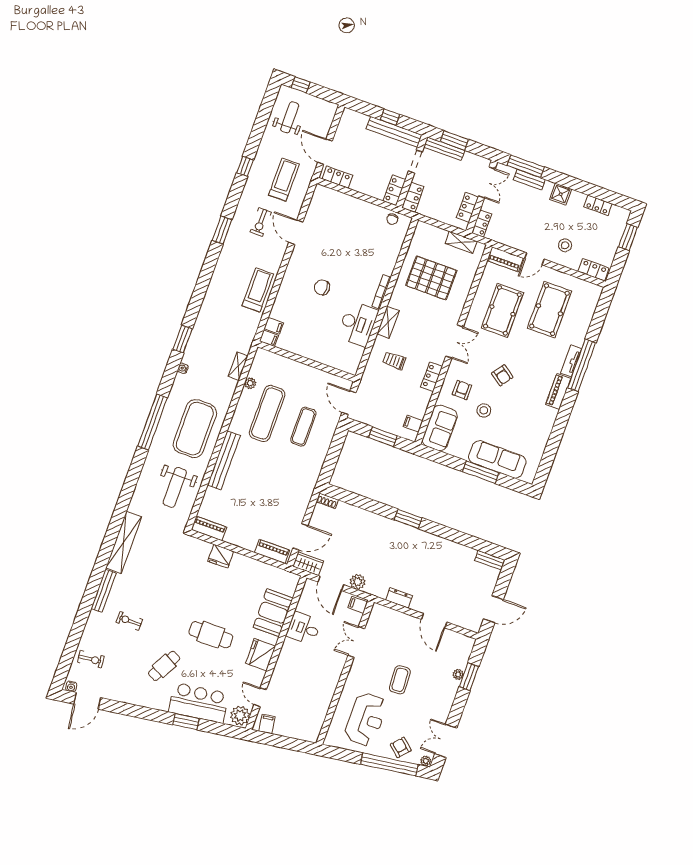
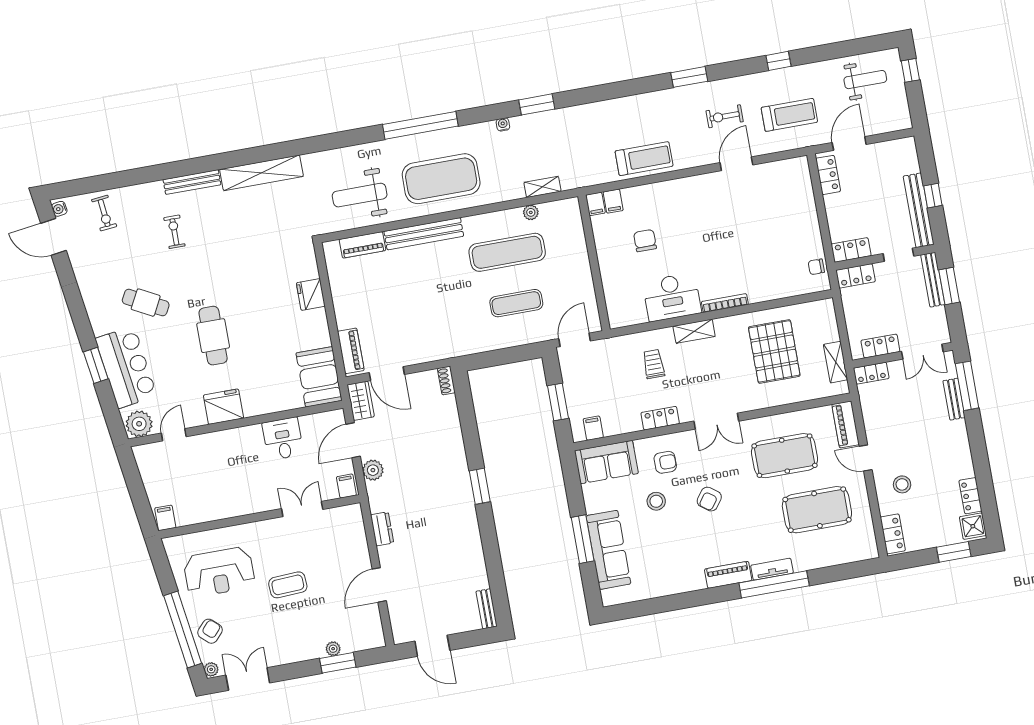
shower: (561, 194) -> (973, 526), moved
chair: (322, 287) -> (645, 241), moved
piano: (209, 528) -> (362, 245), moved, turned 90
booth: (273, 613) -> (319, 377), moved, turned 90
filing cabinet: (267, 724) -> (165, 518), moved, turned -82

